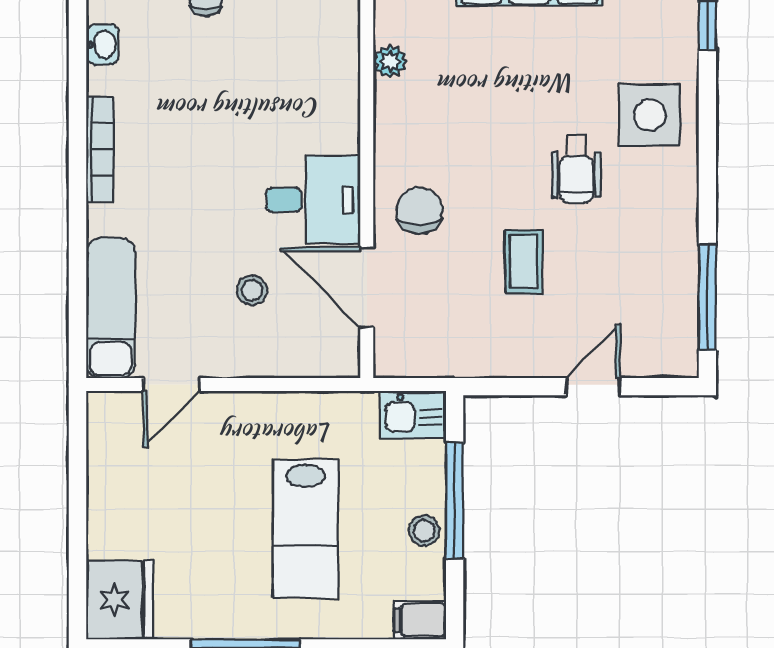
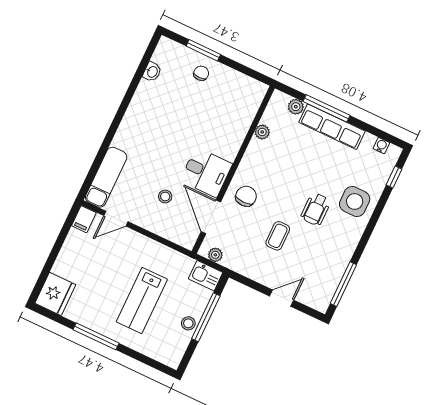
bookcase: (100, 149) -> (131, 113), removed
plant: (413, 362) -> (215, 255), added
filing cabinet: (420, 620) -> (84, 219), moved, turned -90

